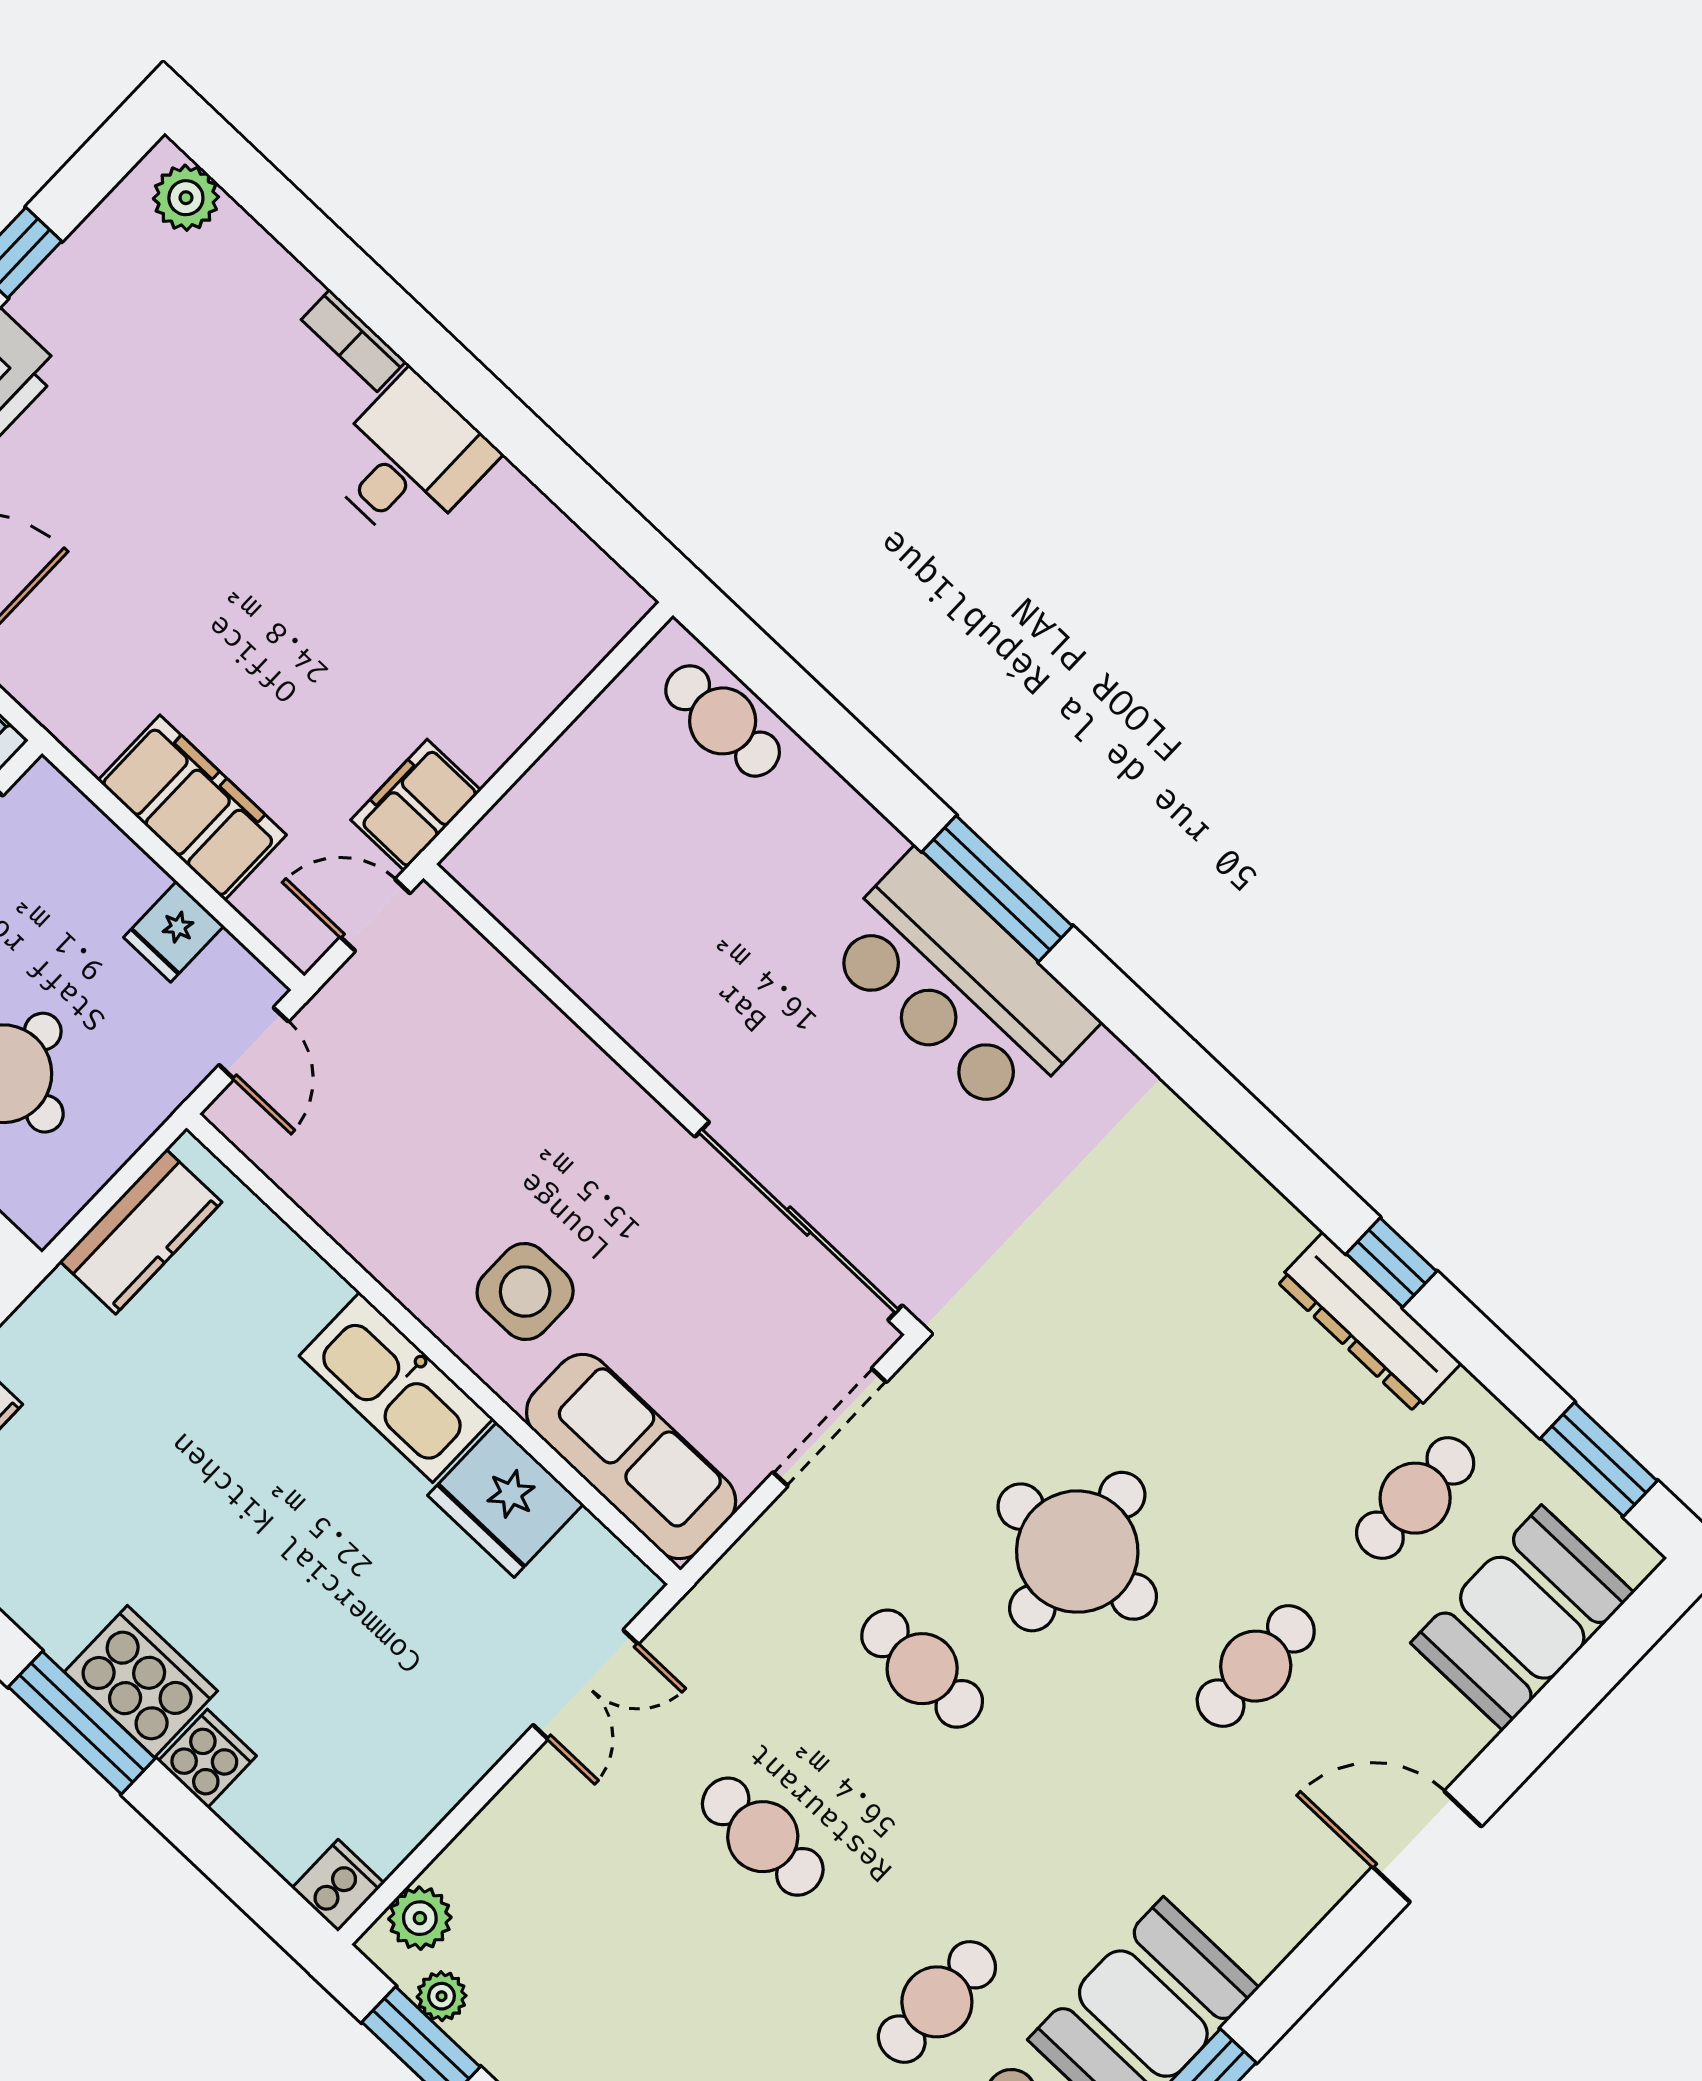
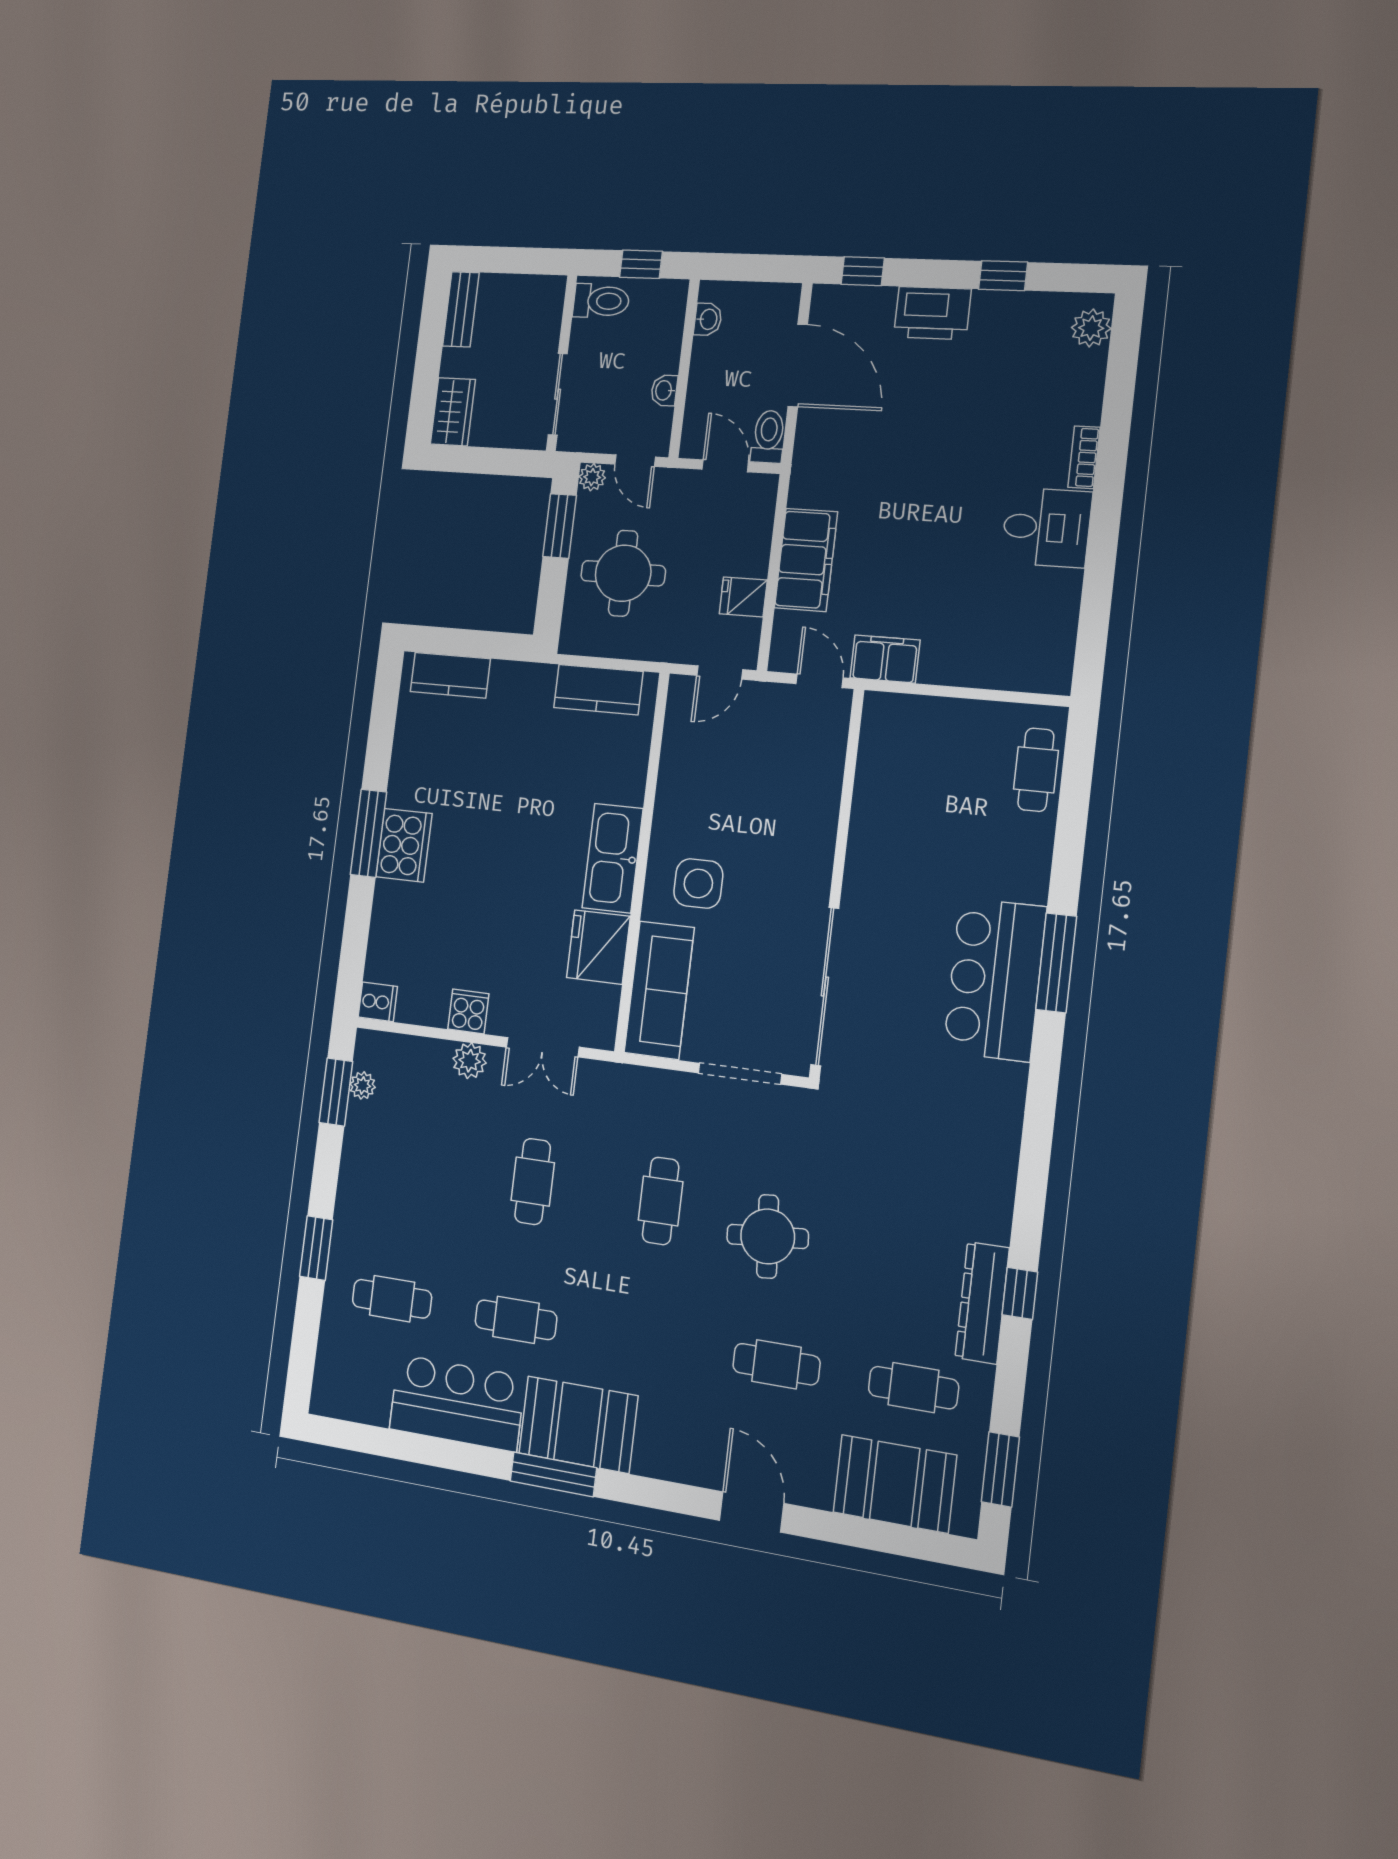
round table: (1077, 1552) -> (768, 1236), width x0.73, depth x0.73
cooker: (207, 1758) -> (468, 1011), moved, turned -90
plant: (420, 1918) -> (470, 1061), moved

